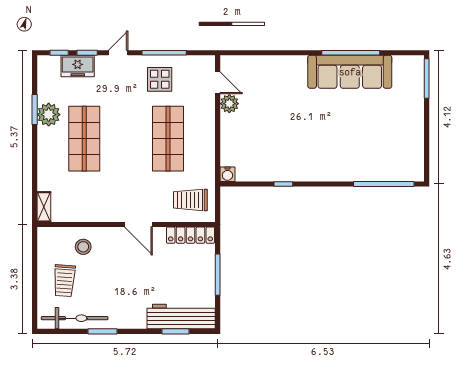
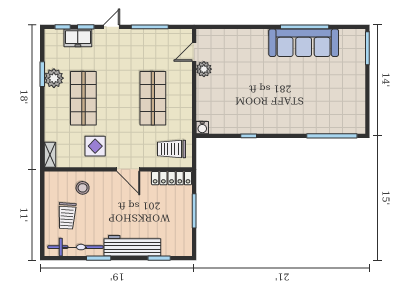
display table: (160, 79) -> (95, 146), moved
door: (218, 83) -> (194, 52), swing flipped
workbench: (181, 317) -> (132, 246), moved

